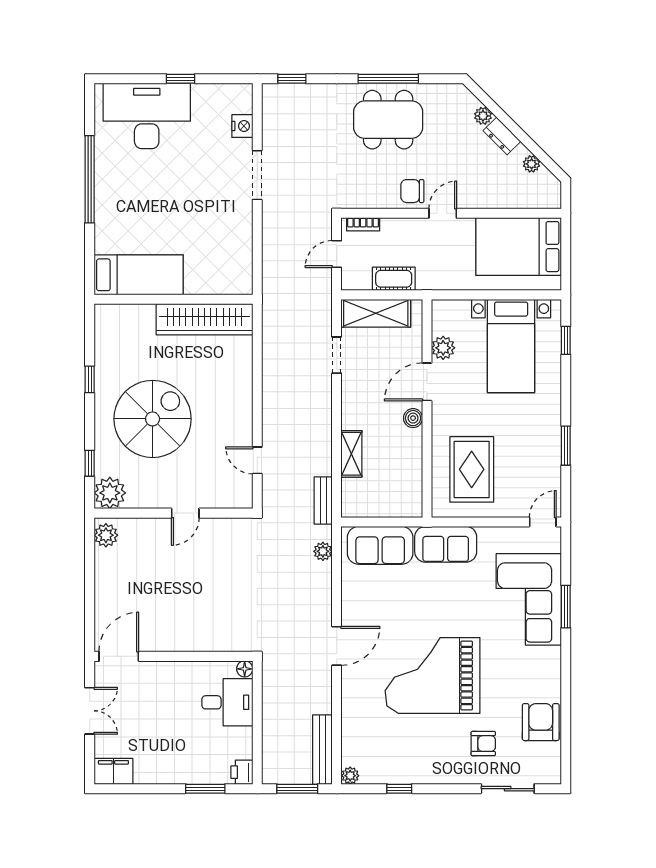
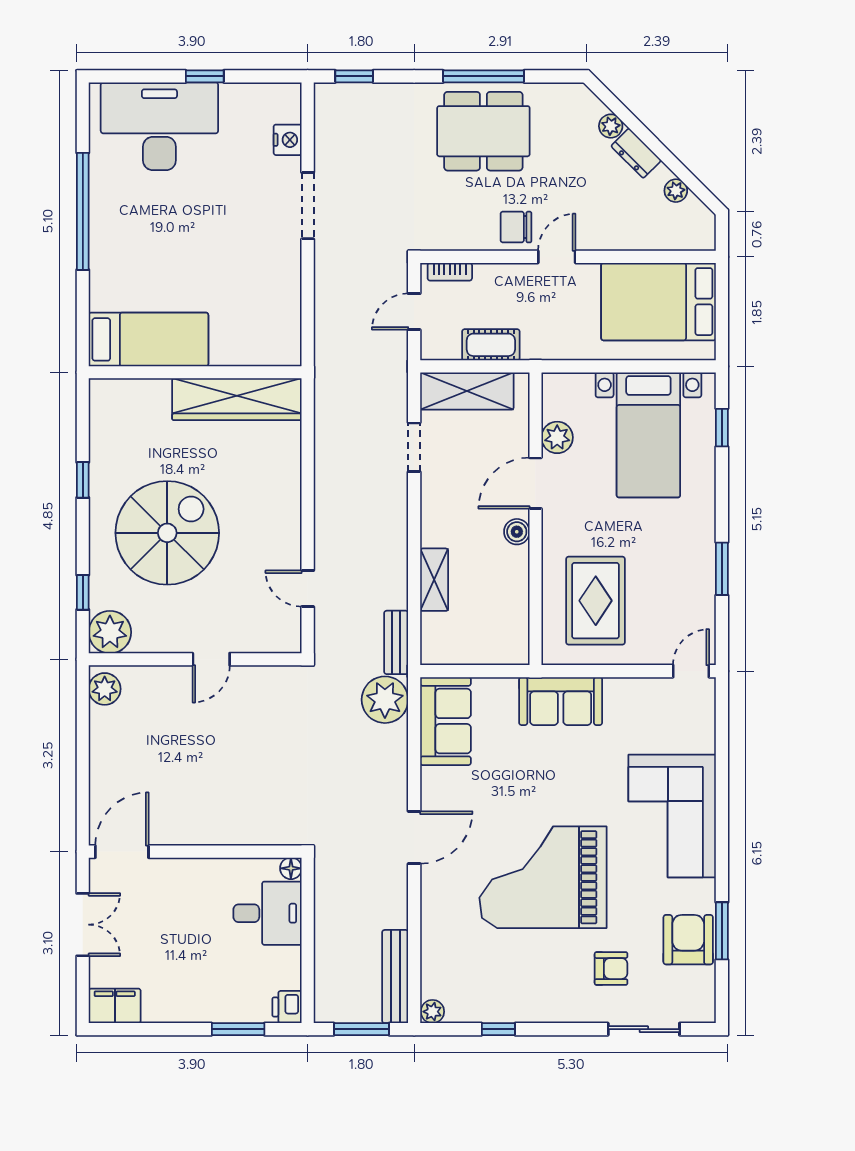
sofa: (380, 545) -> (446, 721), moved, turned -90
plant: (323, 551) -> (385, 700), width x1.88, depth x1.88
corner sofa: (529, 599) -> (672, 816), moved
window: (566, 607) -> (722, 931), moved

